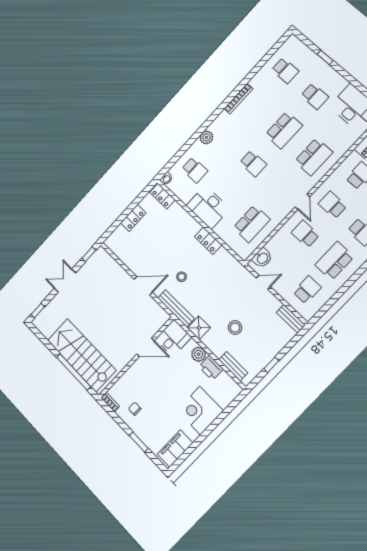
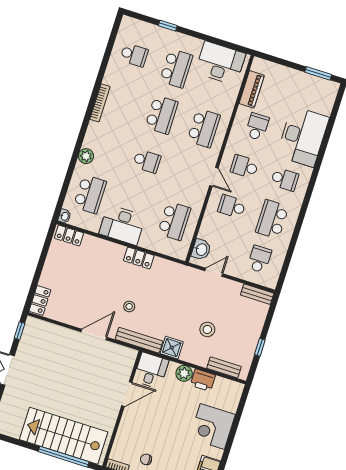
school desk: (315, 96) -> (176, 68), width x1.85
school desk: (195, 170) -> (90, 194), width x1.85
locker: (133, 218) -> (40, 300), moved

